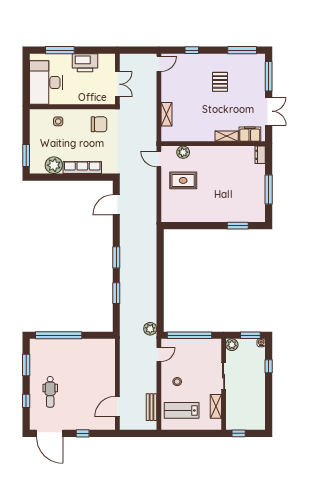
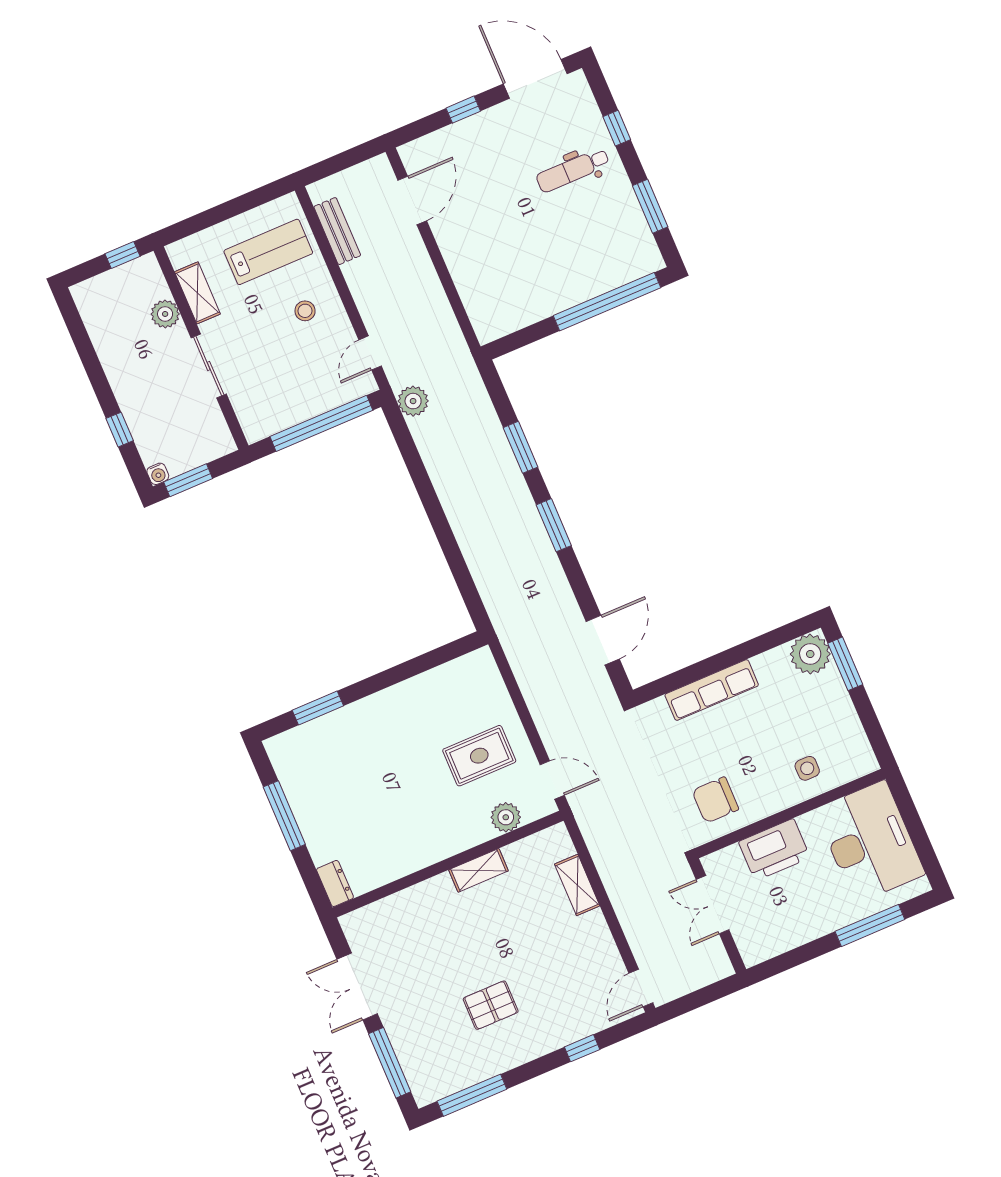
printer: (85, 63) -> (774, 850), moved, turned 180
pallet: (220, 82) -> (491, 1005), turned 90
filing cabinet: (250, 134) -> (377, 919), removed
shelving: (227, 136) -> (478, 870), moved
plant: (54, 165) -> (810, 654), moved
plant: (232, 345) -> (165, 314), moved
dental chair: (50, 392) -> (573, 170), turned -90

